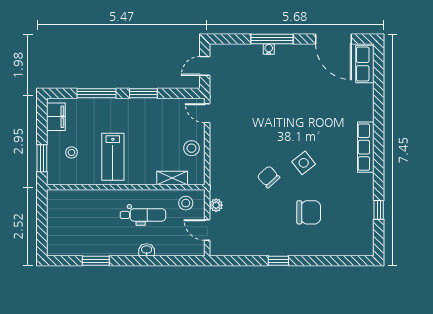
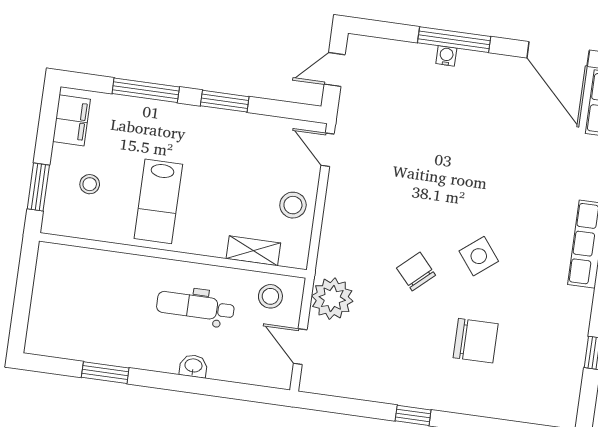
plant: (216, 205) -> (332, 299), width x1.87, depth x1.87
dental chair: (143, 215) -> (195, 306), turned 180

